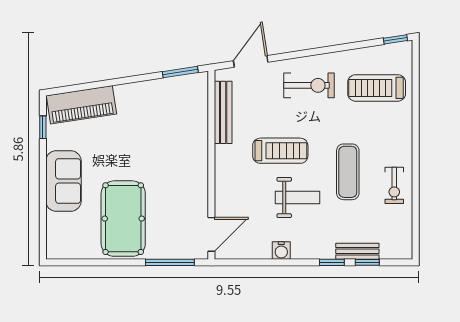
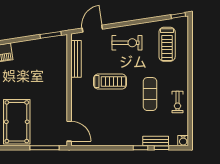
treadmill: (377, 88) -> (167, 44), turned -90
weight bench: (297, 197) -> (120, 109), removed
door: (211, 234) -> (69, 131), hinge flipped
water cooler: (281, 251) -> (183, 141), moved

